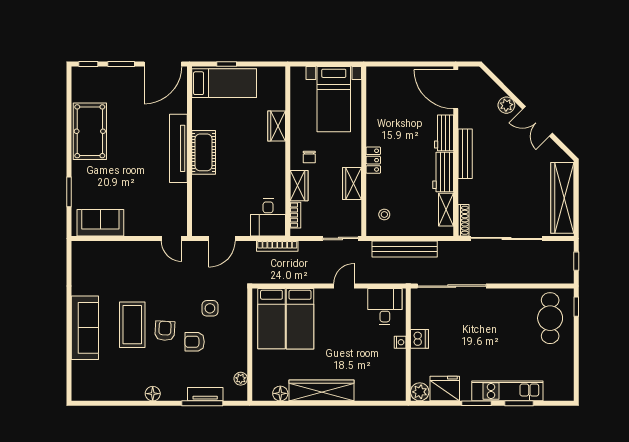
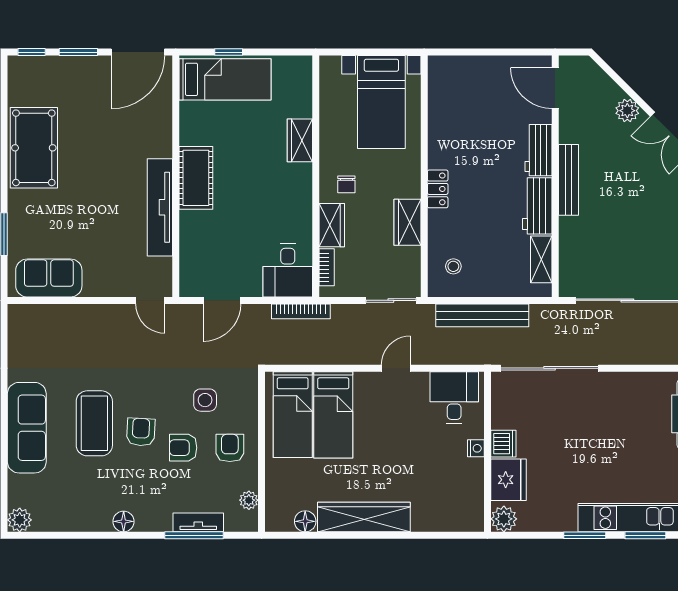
door: (456, 89) -> (555, 88), width x0.73
tv unit: (178, 148) -> (160, 207), moved
shoe rack: (464, 220) -> (566, 275), removed
armchair: (227, 342) -> (230, 448), added
fridge: (445, 389) -> (508, 480), moved, turned 90
plant: (80, 392) -> (20, 520), added

